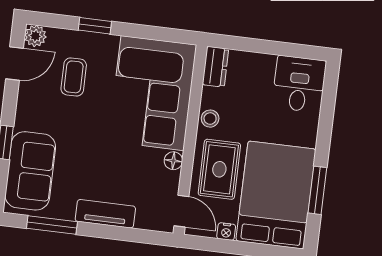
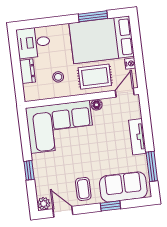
dresser: (215, 67) -> (27, 71), moved, turned 90
coffee table: (74, 77) -> (83, 189), moved, turned 90
stool: (210, 119) -> (58, 77), moved

